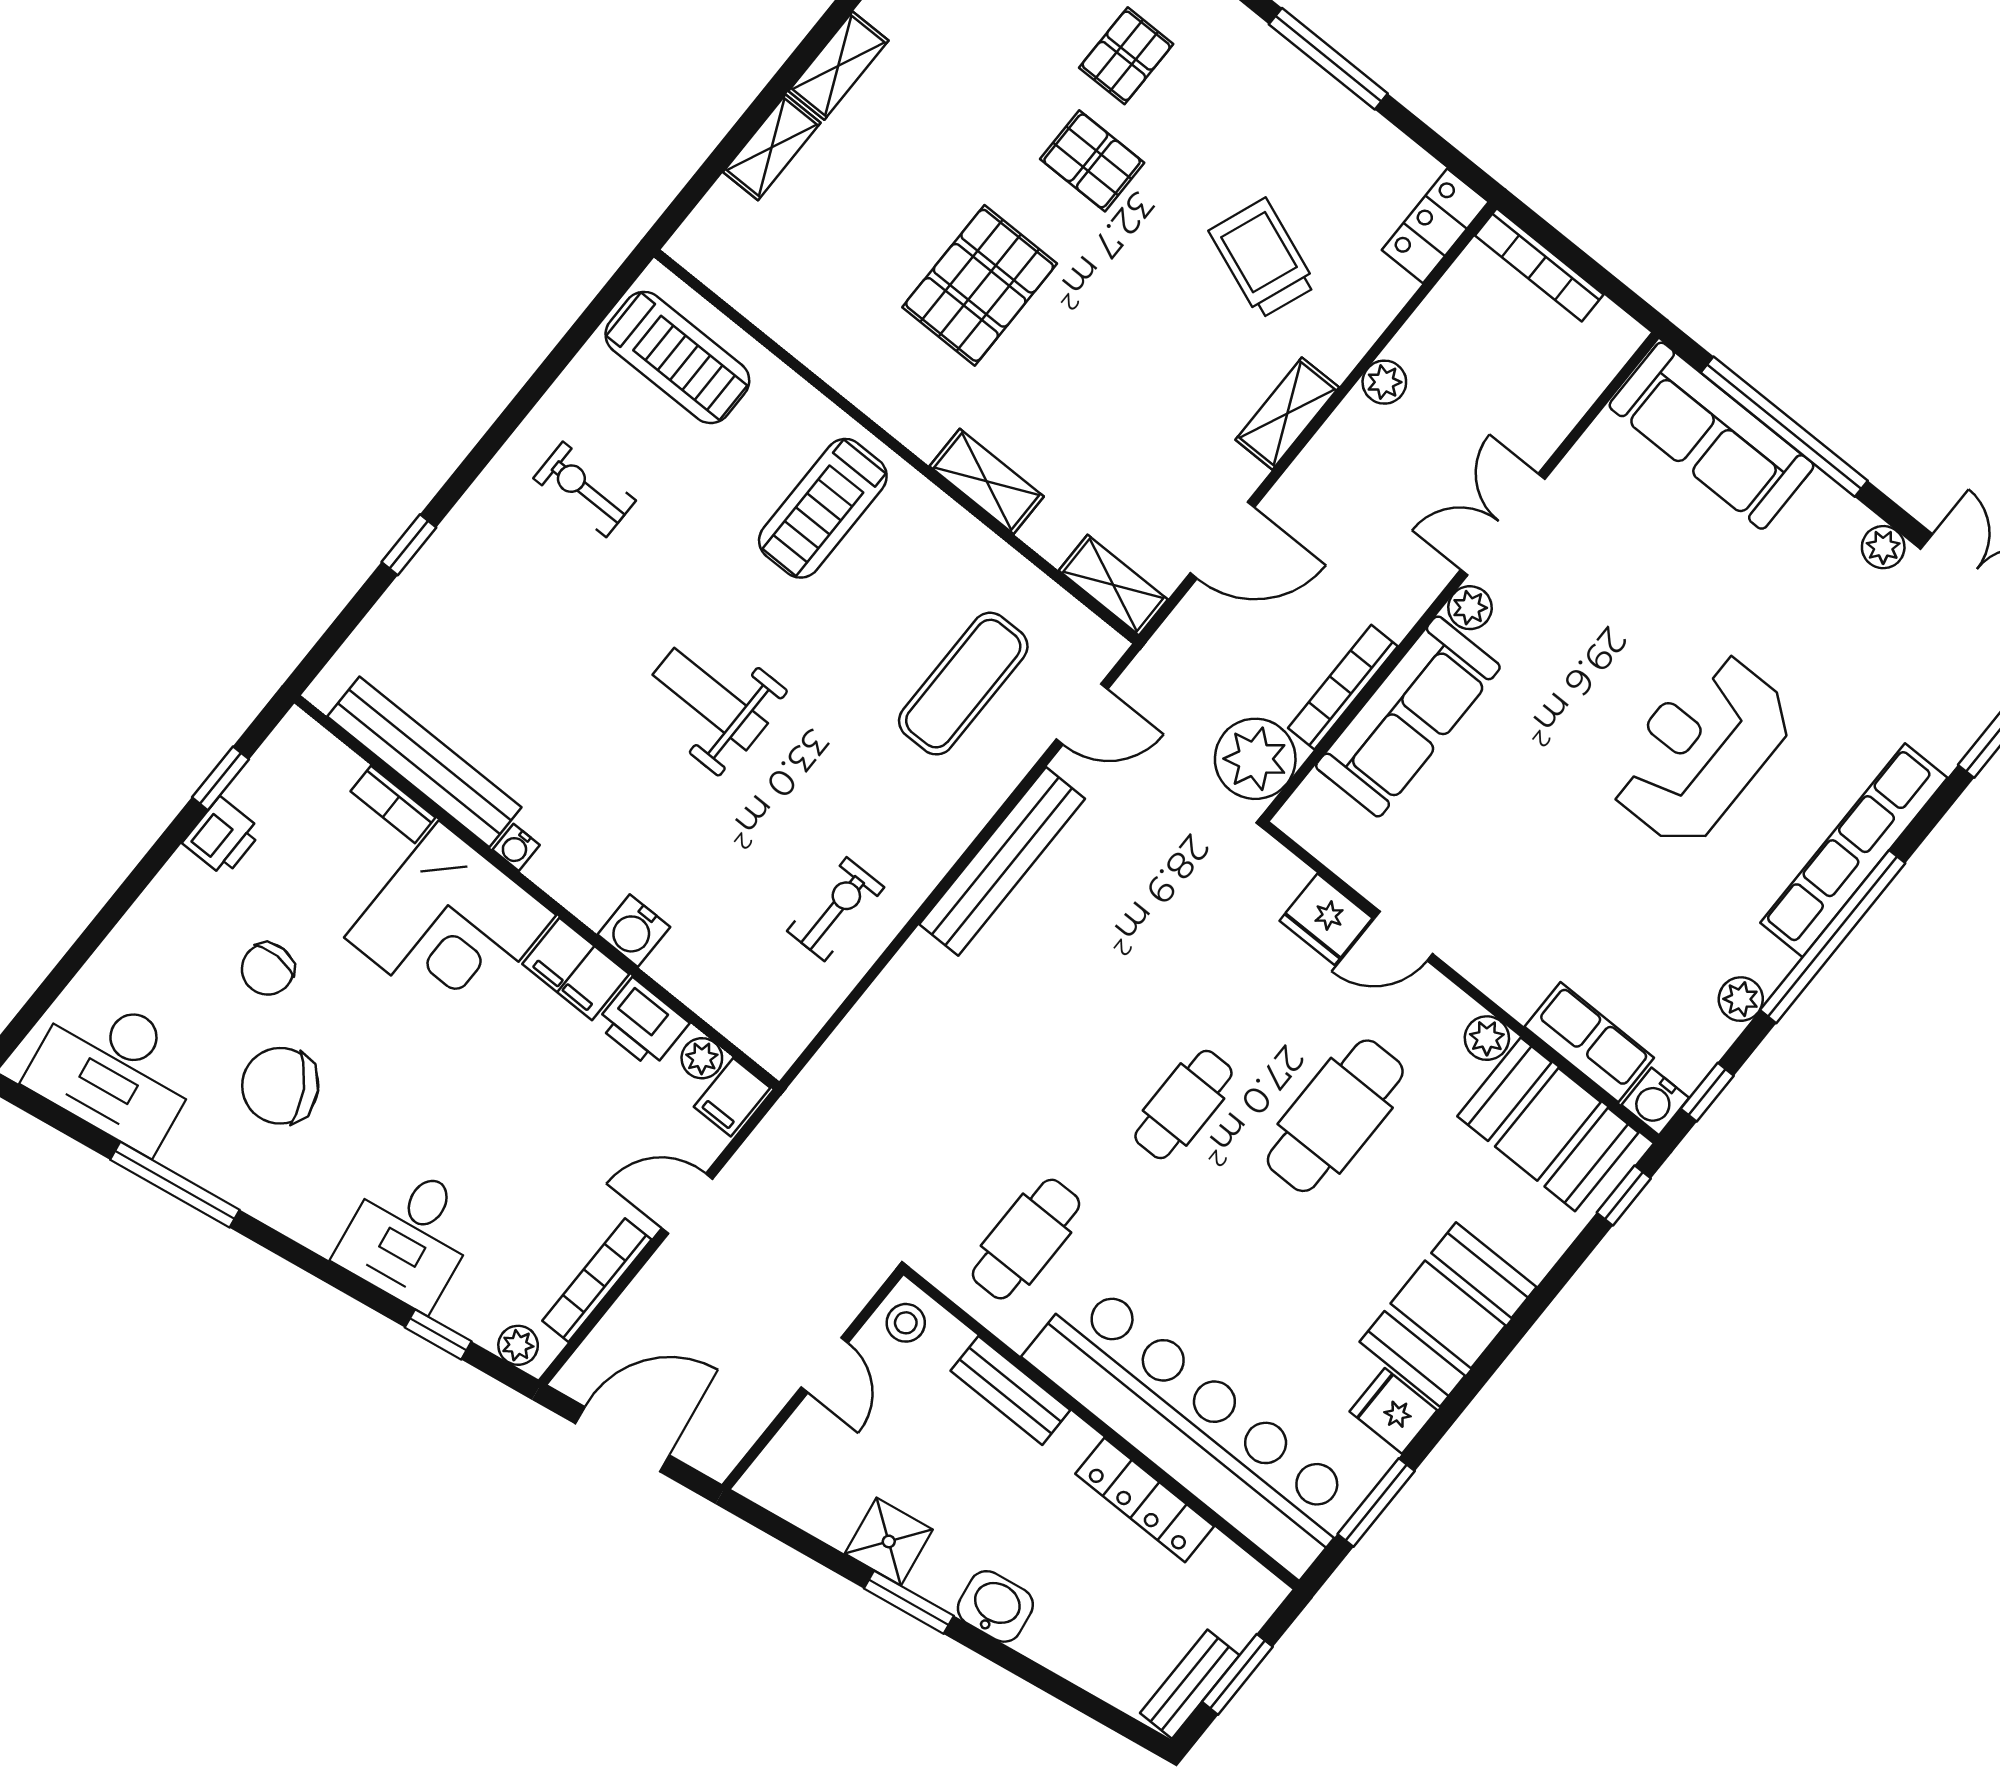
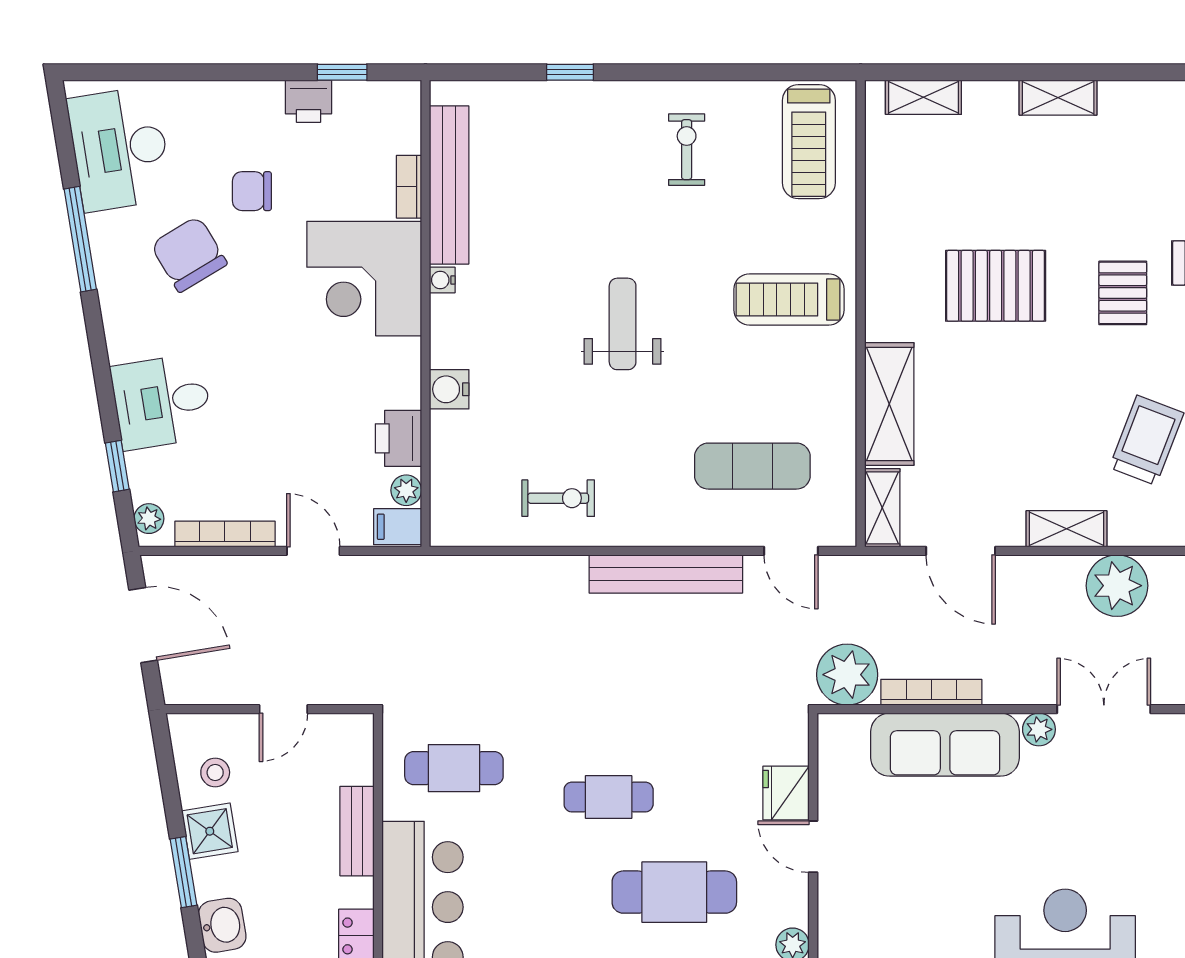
shelving: (772, 147) -> (923, 97), moved
plant: (1384, 382) -> (1117, 586), width x1.87, depth x1.87
shelving: (987, 481) -> (889, 404), width x1.50, depth x1.33
filing cabinet: (576, 969) -> (399, 373), removed
stool: (906, 1323) -> (215, 772), moved

